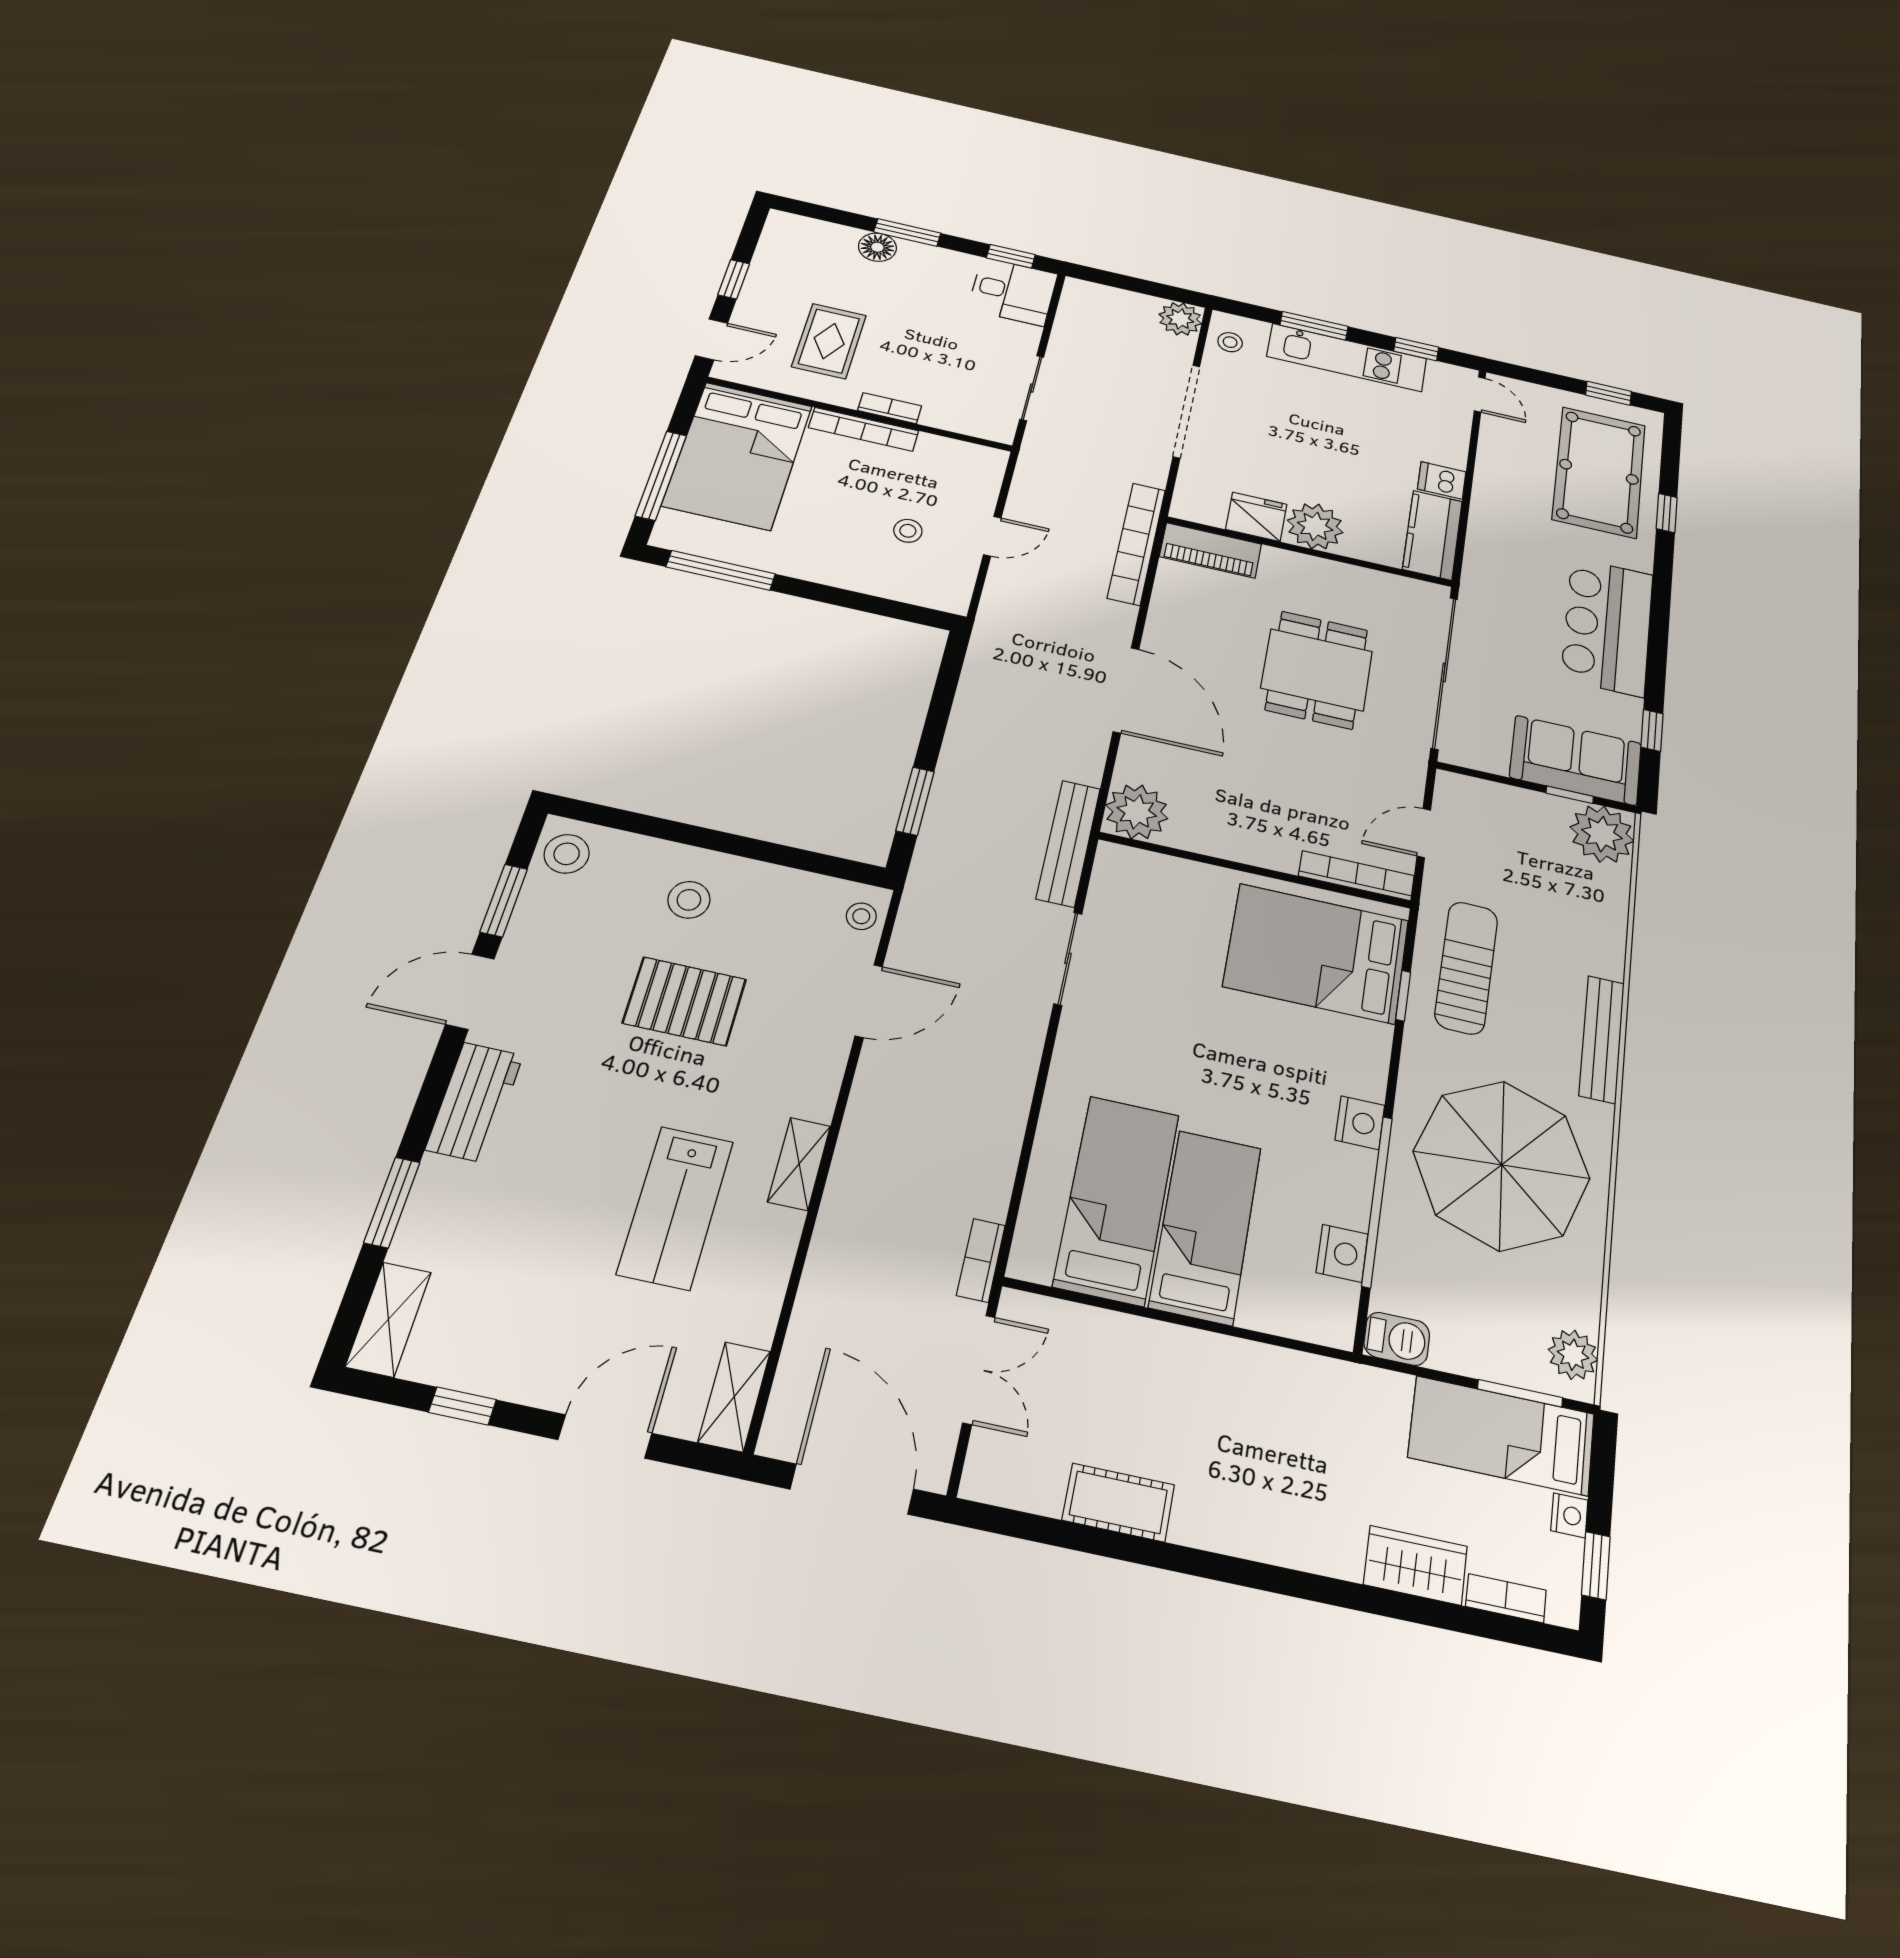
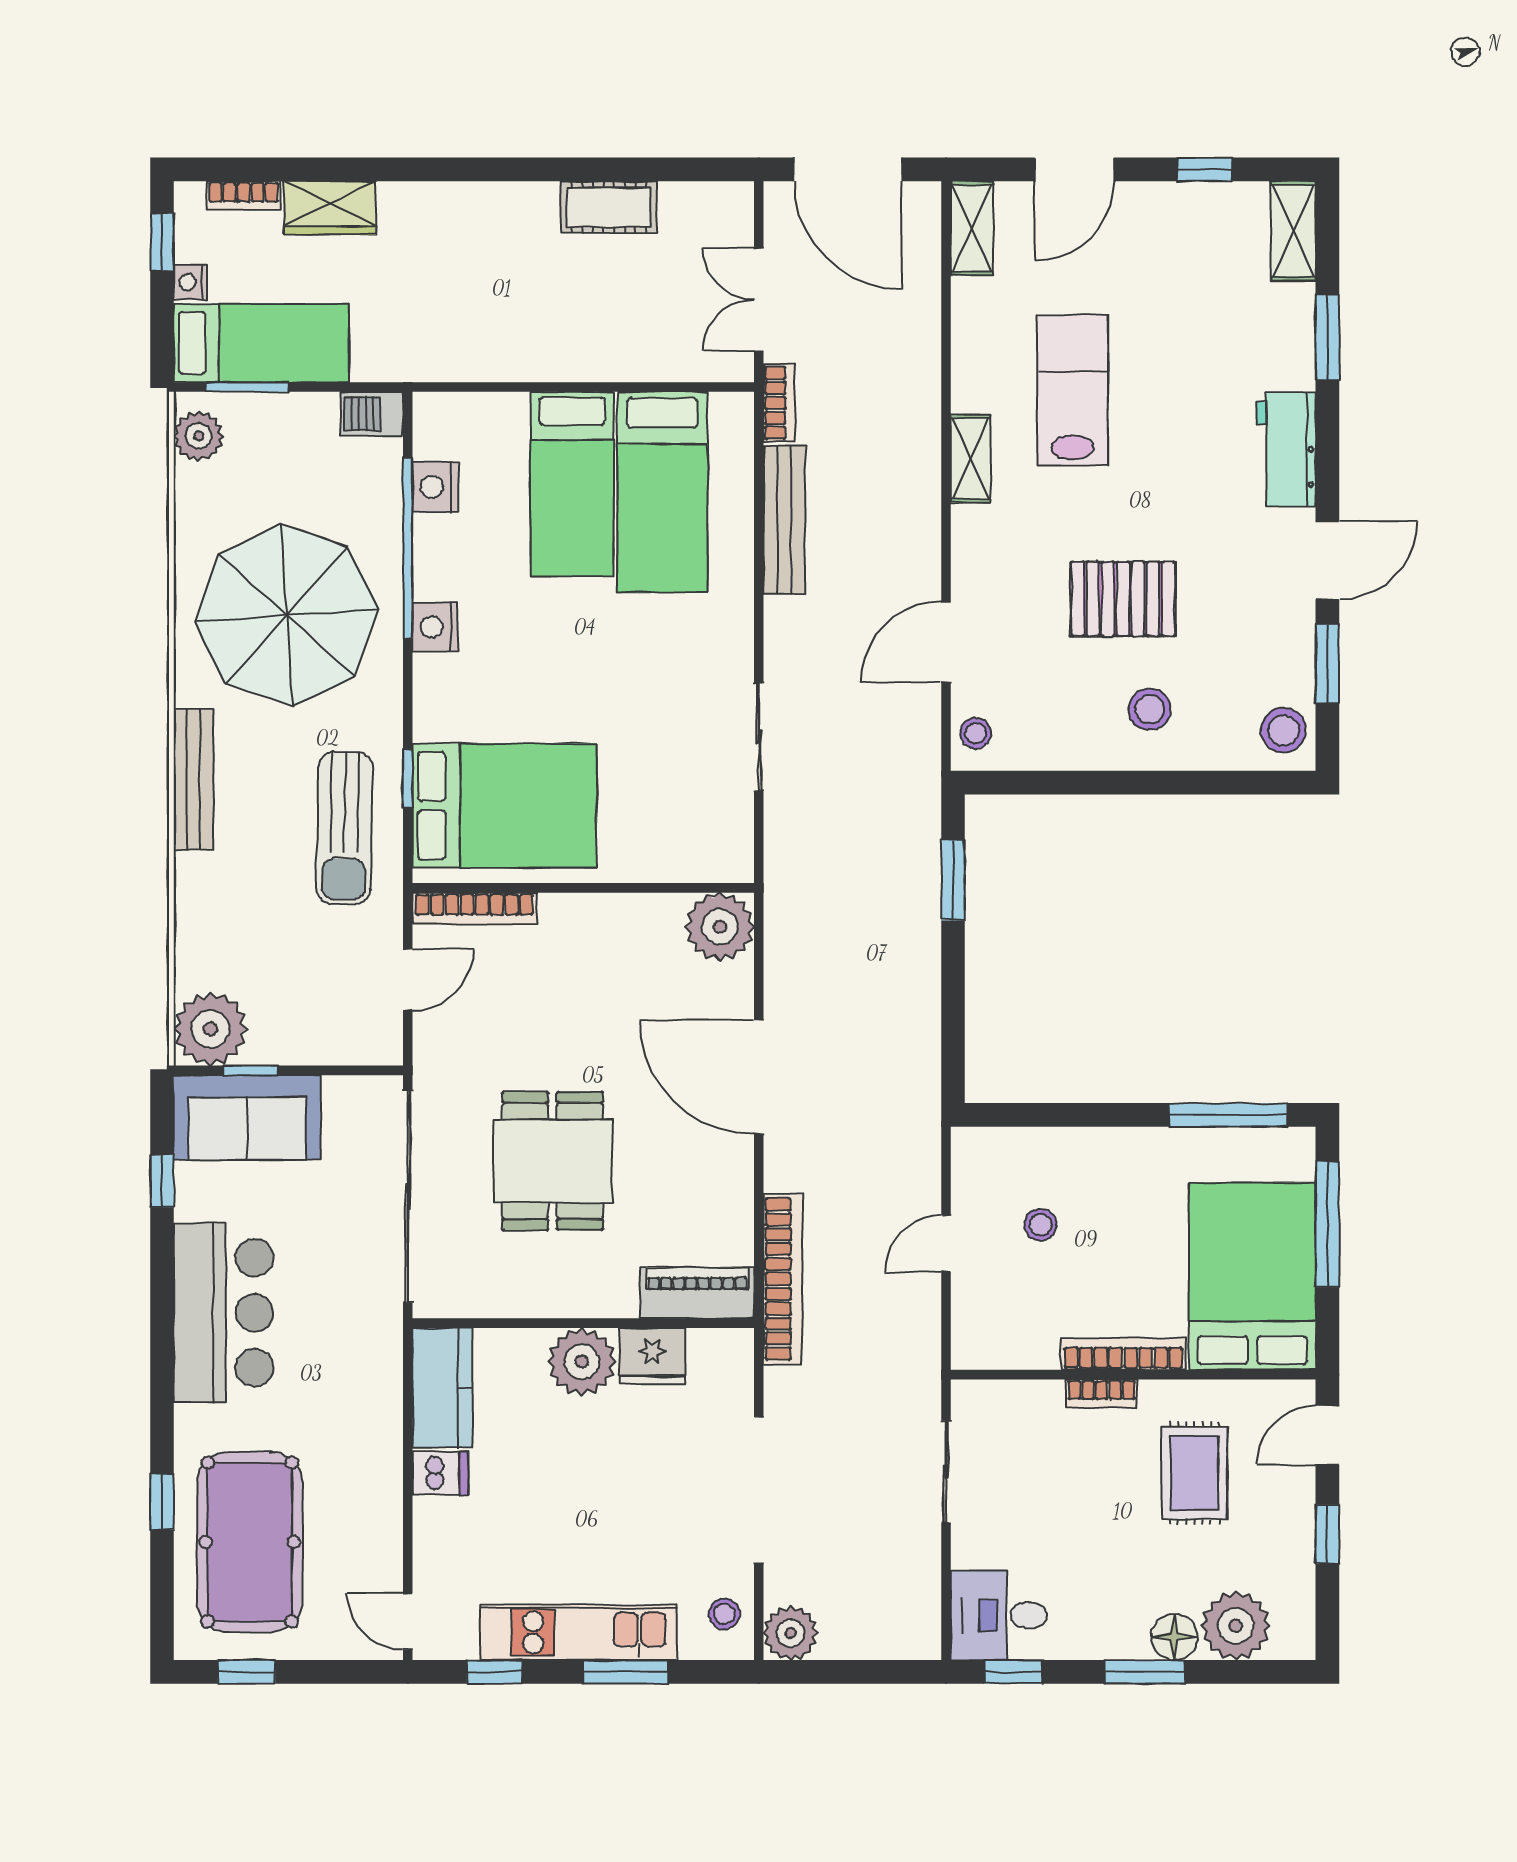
plant: (827, 242) -> (1236, 1626), added
bench: (1068, 843) -> (784, 520), moved

